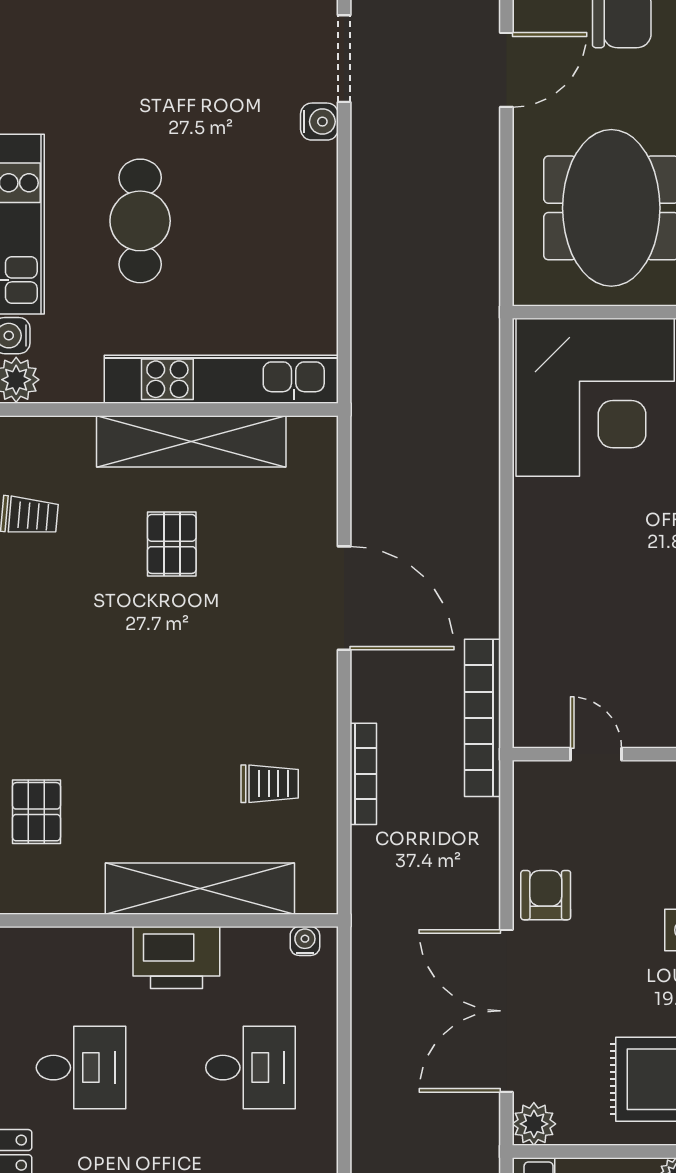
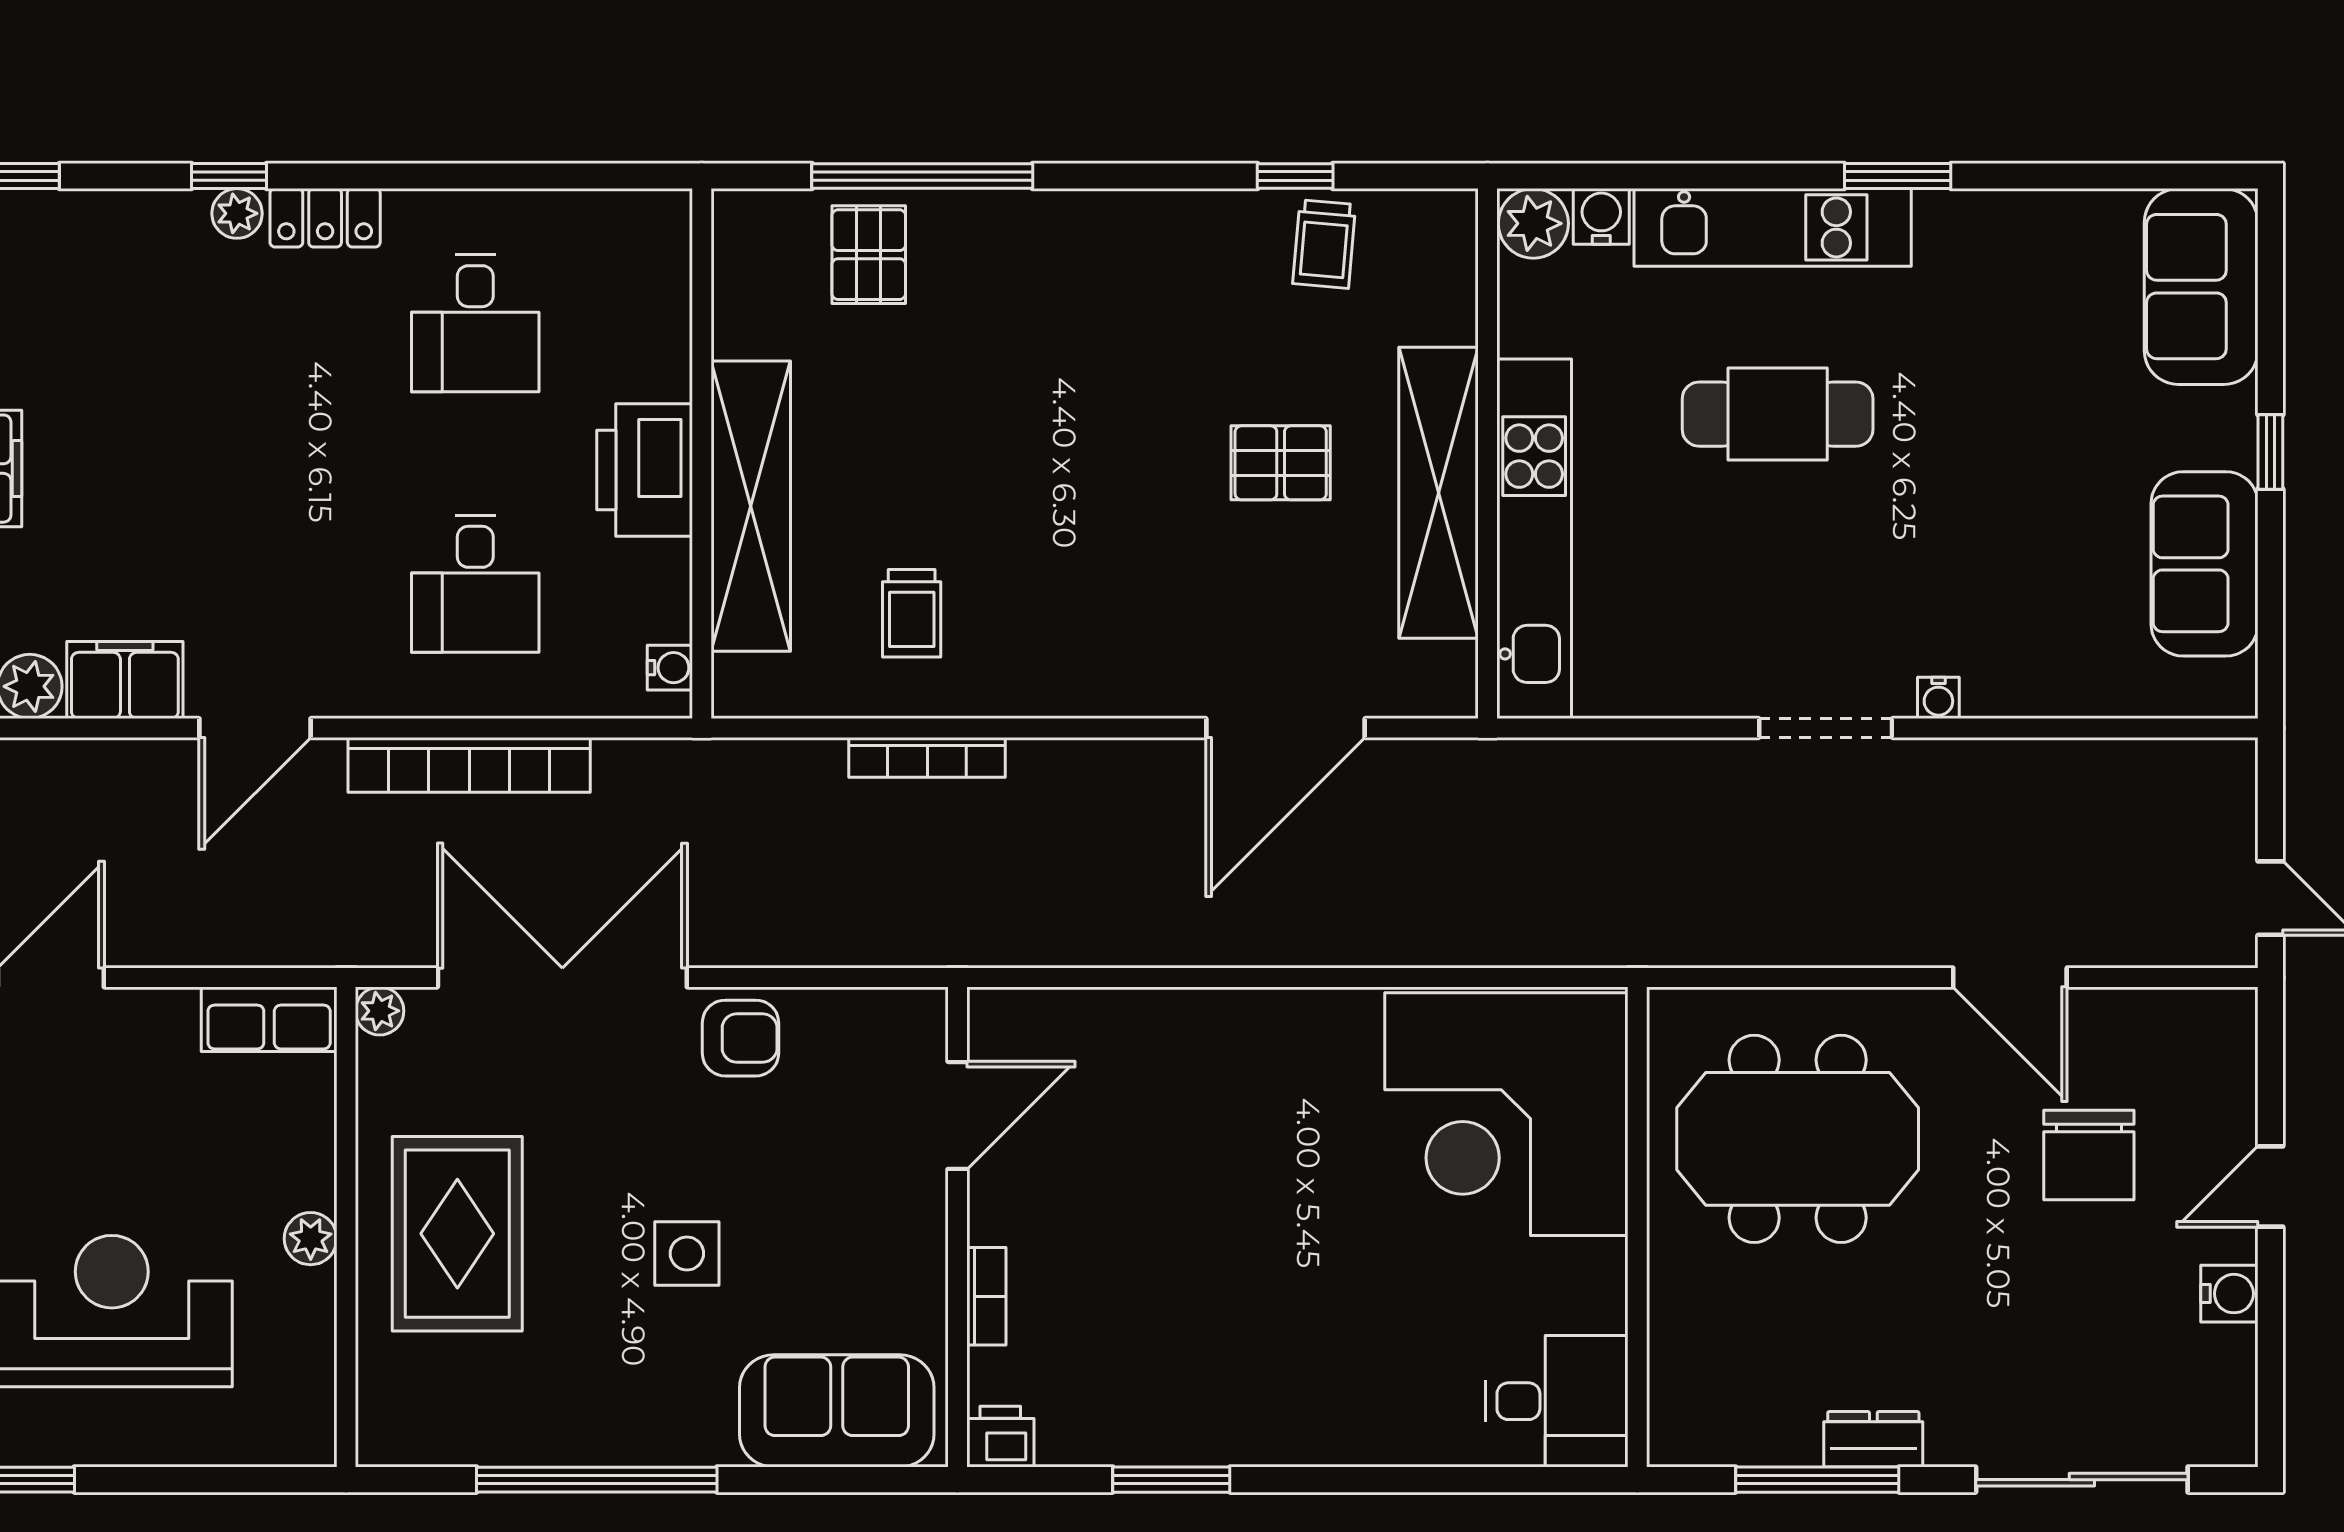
doorway: (344, 59) -> (1826, 728), moved
water cooler: (319, 122) -> (1938, 698), width x0.72, depth x0.72
door: (344, 598) -> (1286, 728), moved
bookcase: (482, 718) -> (469, 765), moved, turned 180
door: (596, 754) -> (957, 1115), width x1.38
pallet: (36, 812) -> (869, 255), turned 90
plant: (534, 1124) -> (380, 1011), width x0.73, depth x0.73

